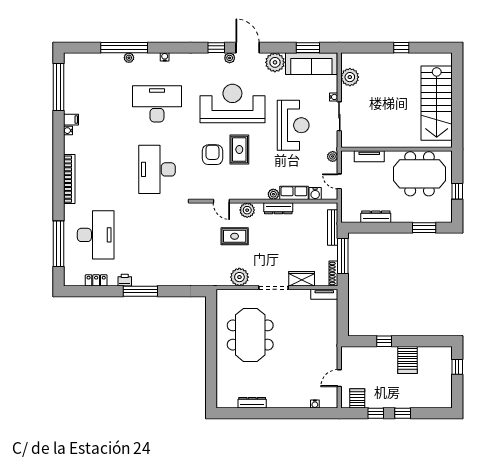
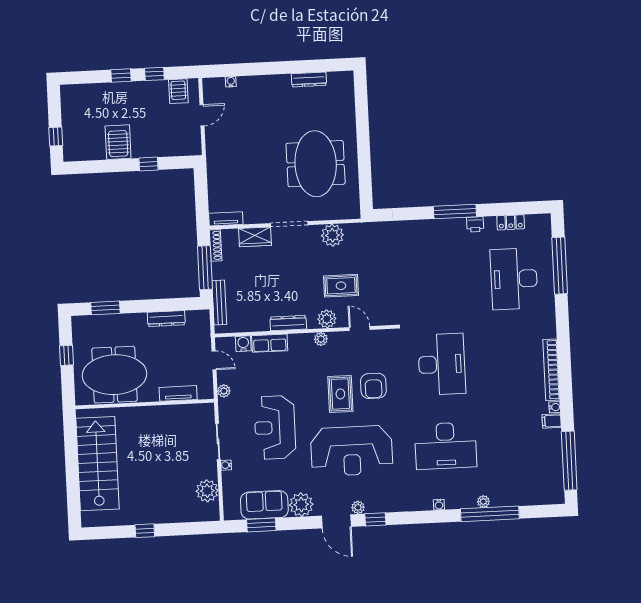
sofa: (311, 64) -> (264, 505), width x0.73
bookcase: (69, 179) -> (551, 370), moved
plant: (273, 194) -> (321, 339), moved

